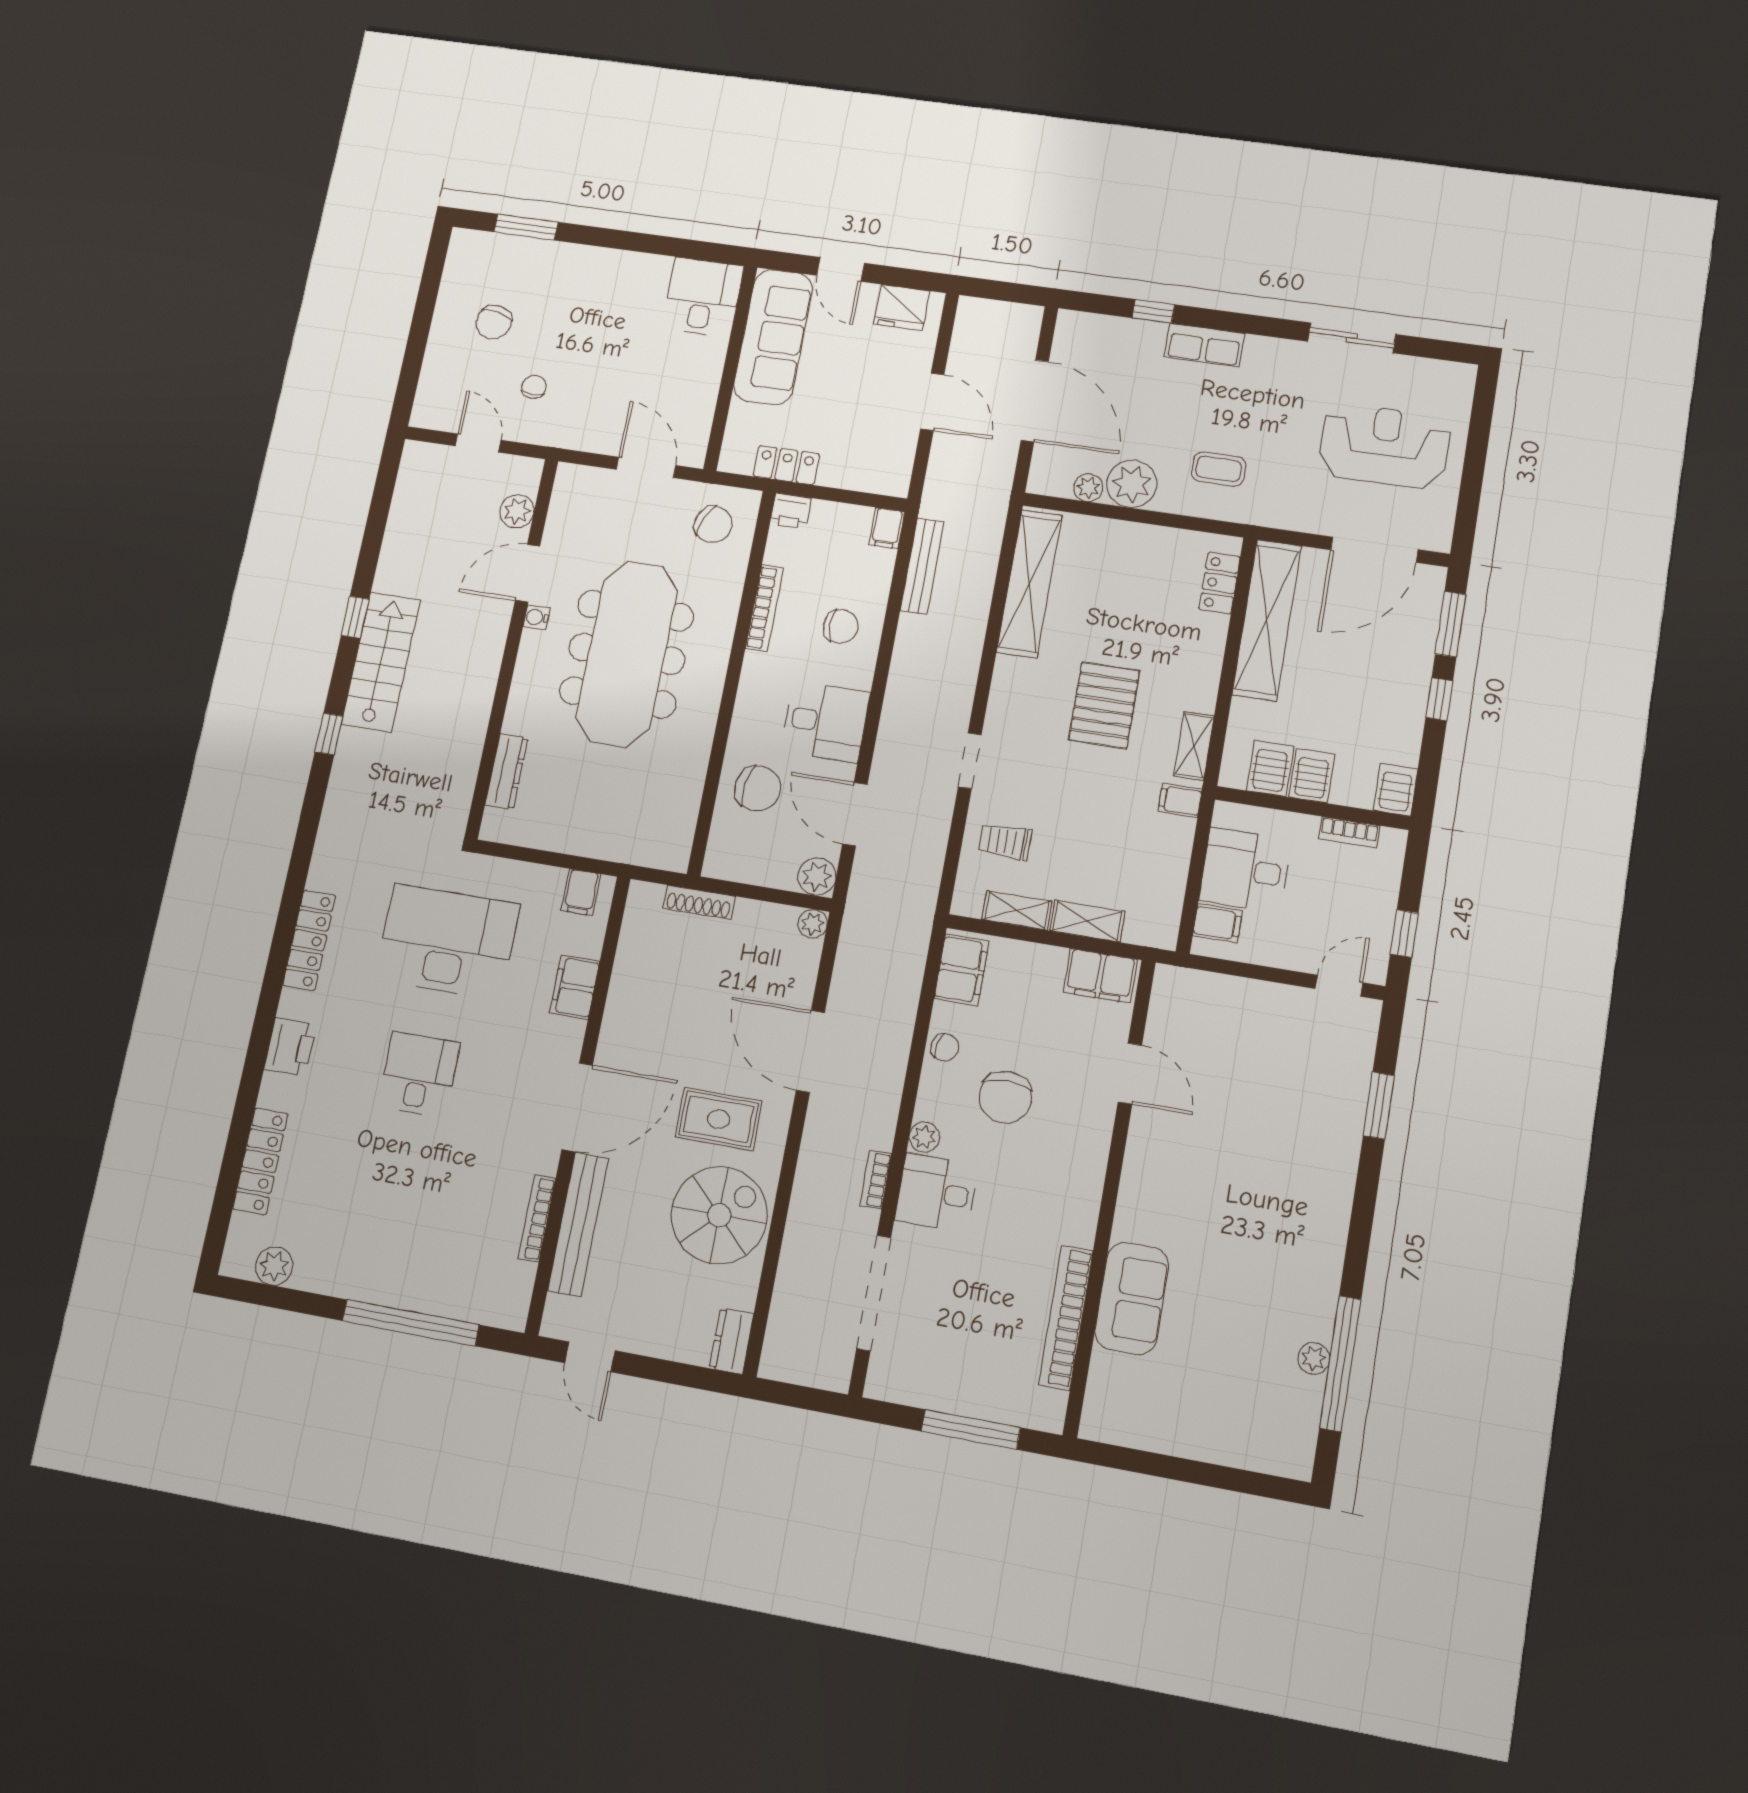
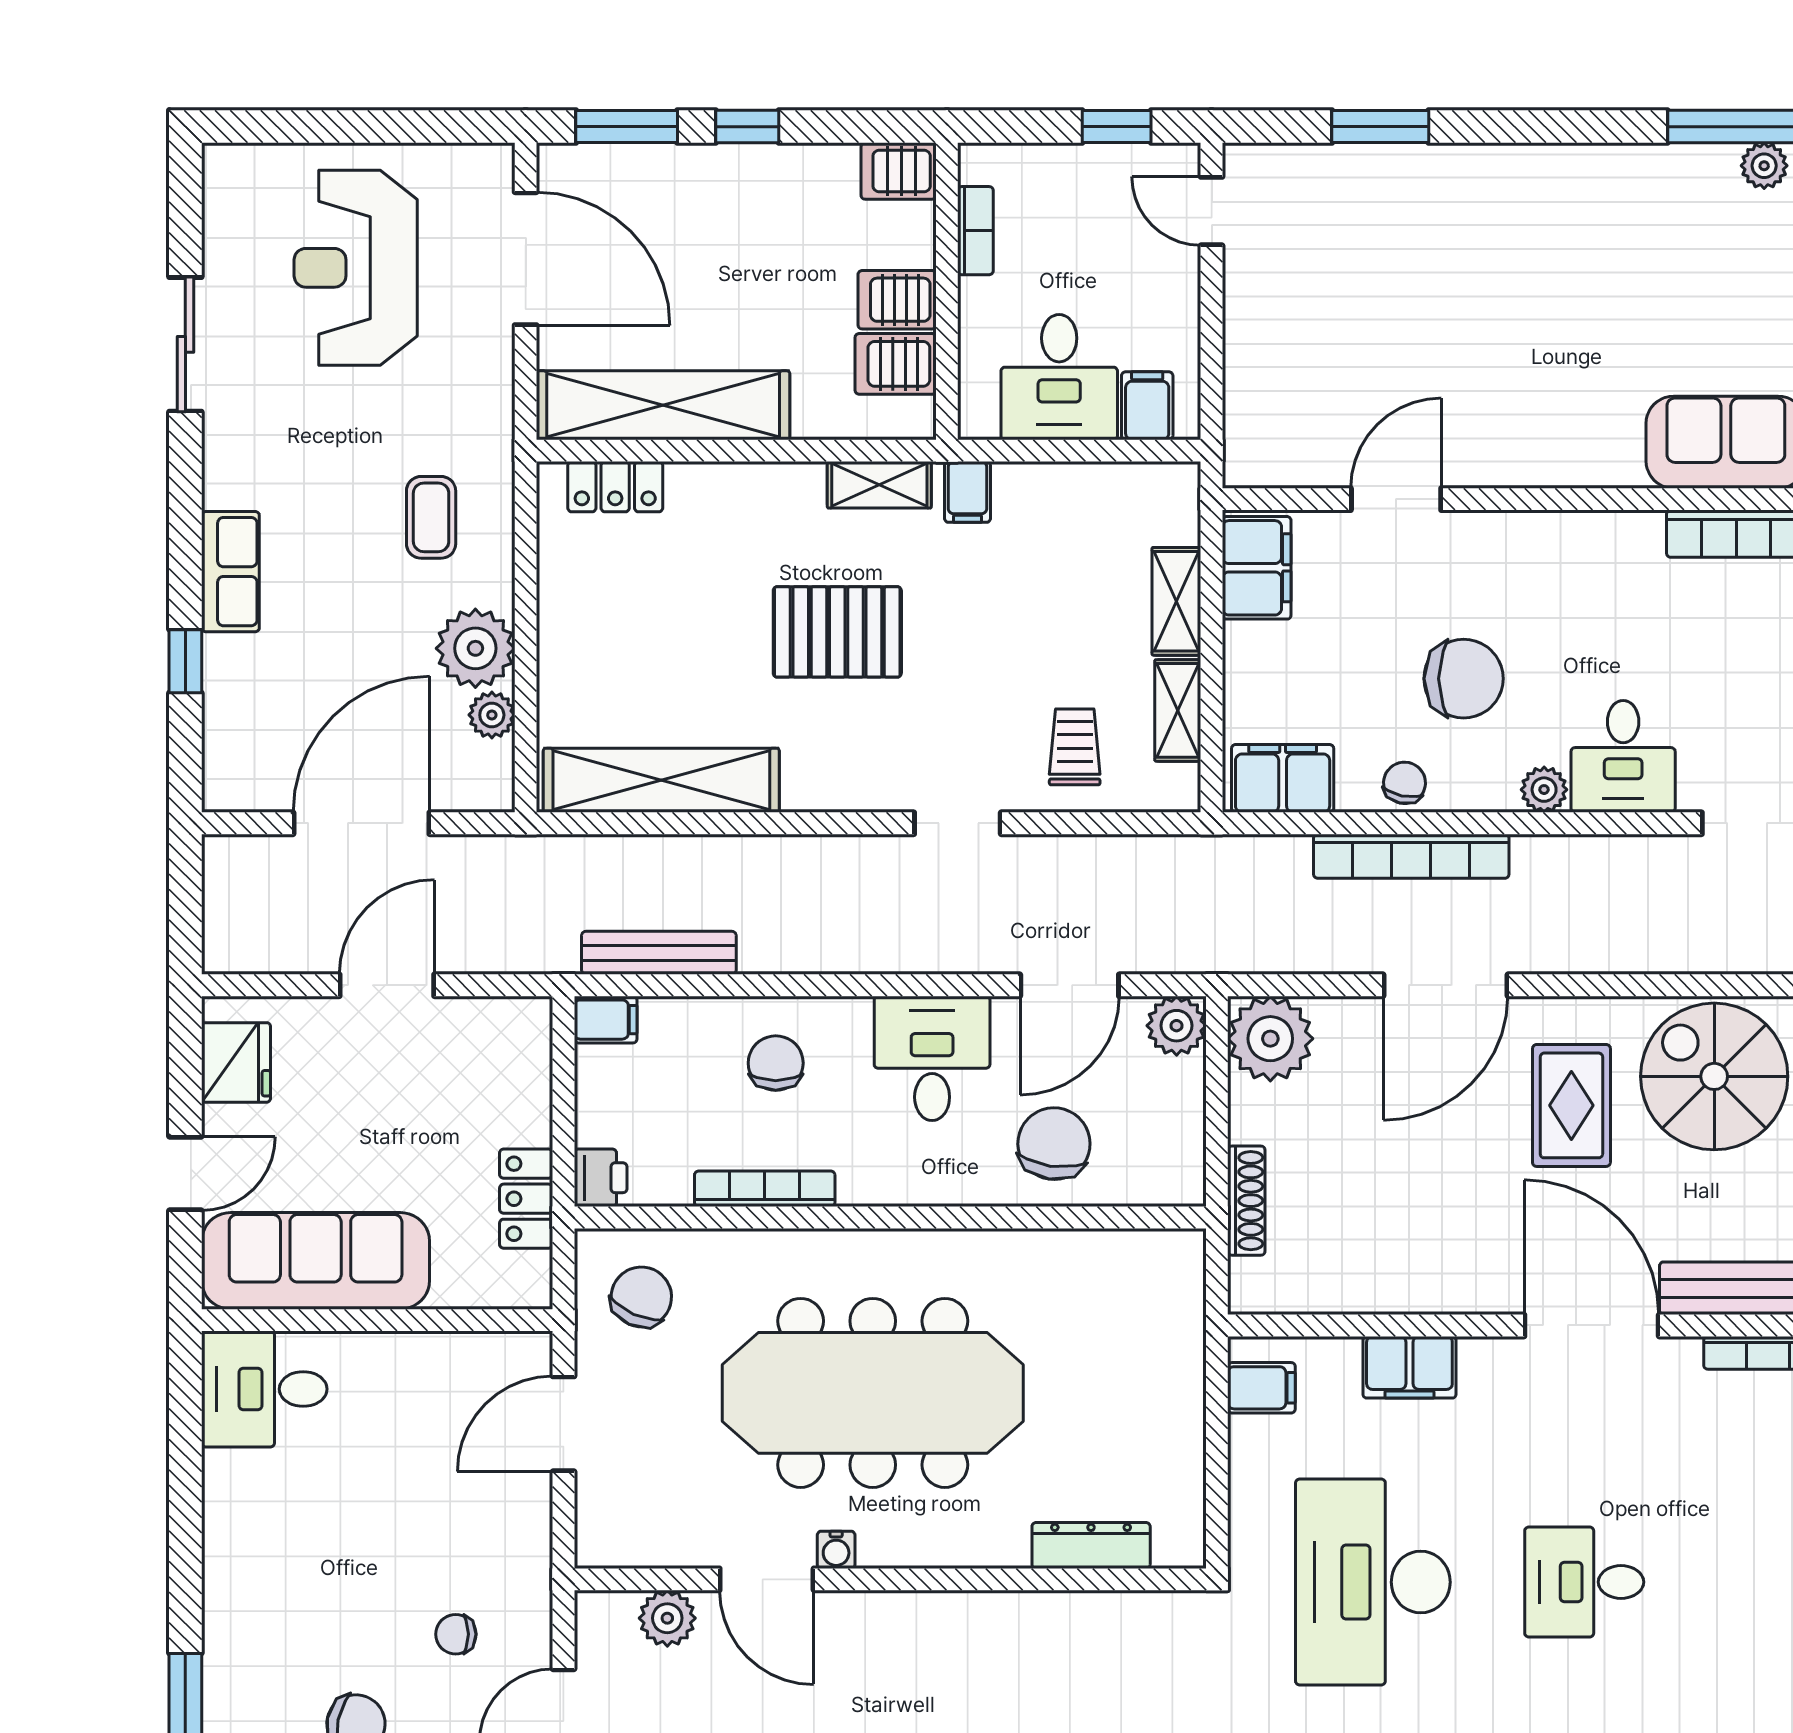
trolley: (1005, 842) -> (1075, 747), turned 180
plant: (813, 924) -> (1270, 1039), width x1.87, depth x1.87
bookcase: (876, 1180) -> (1411, 856), moved, width x2.31, depth x1.31

